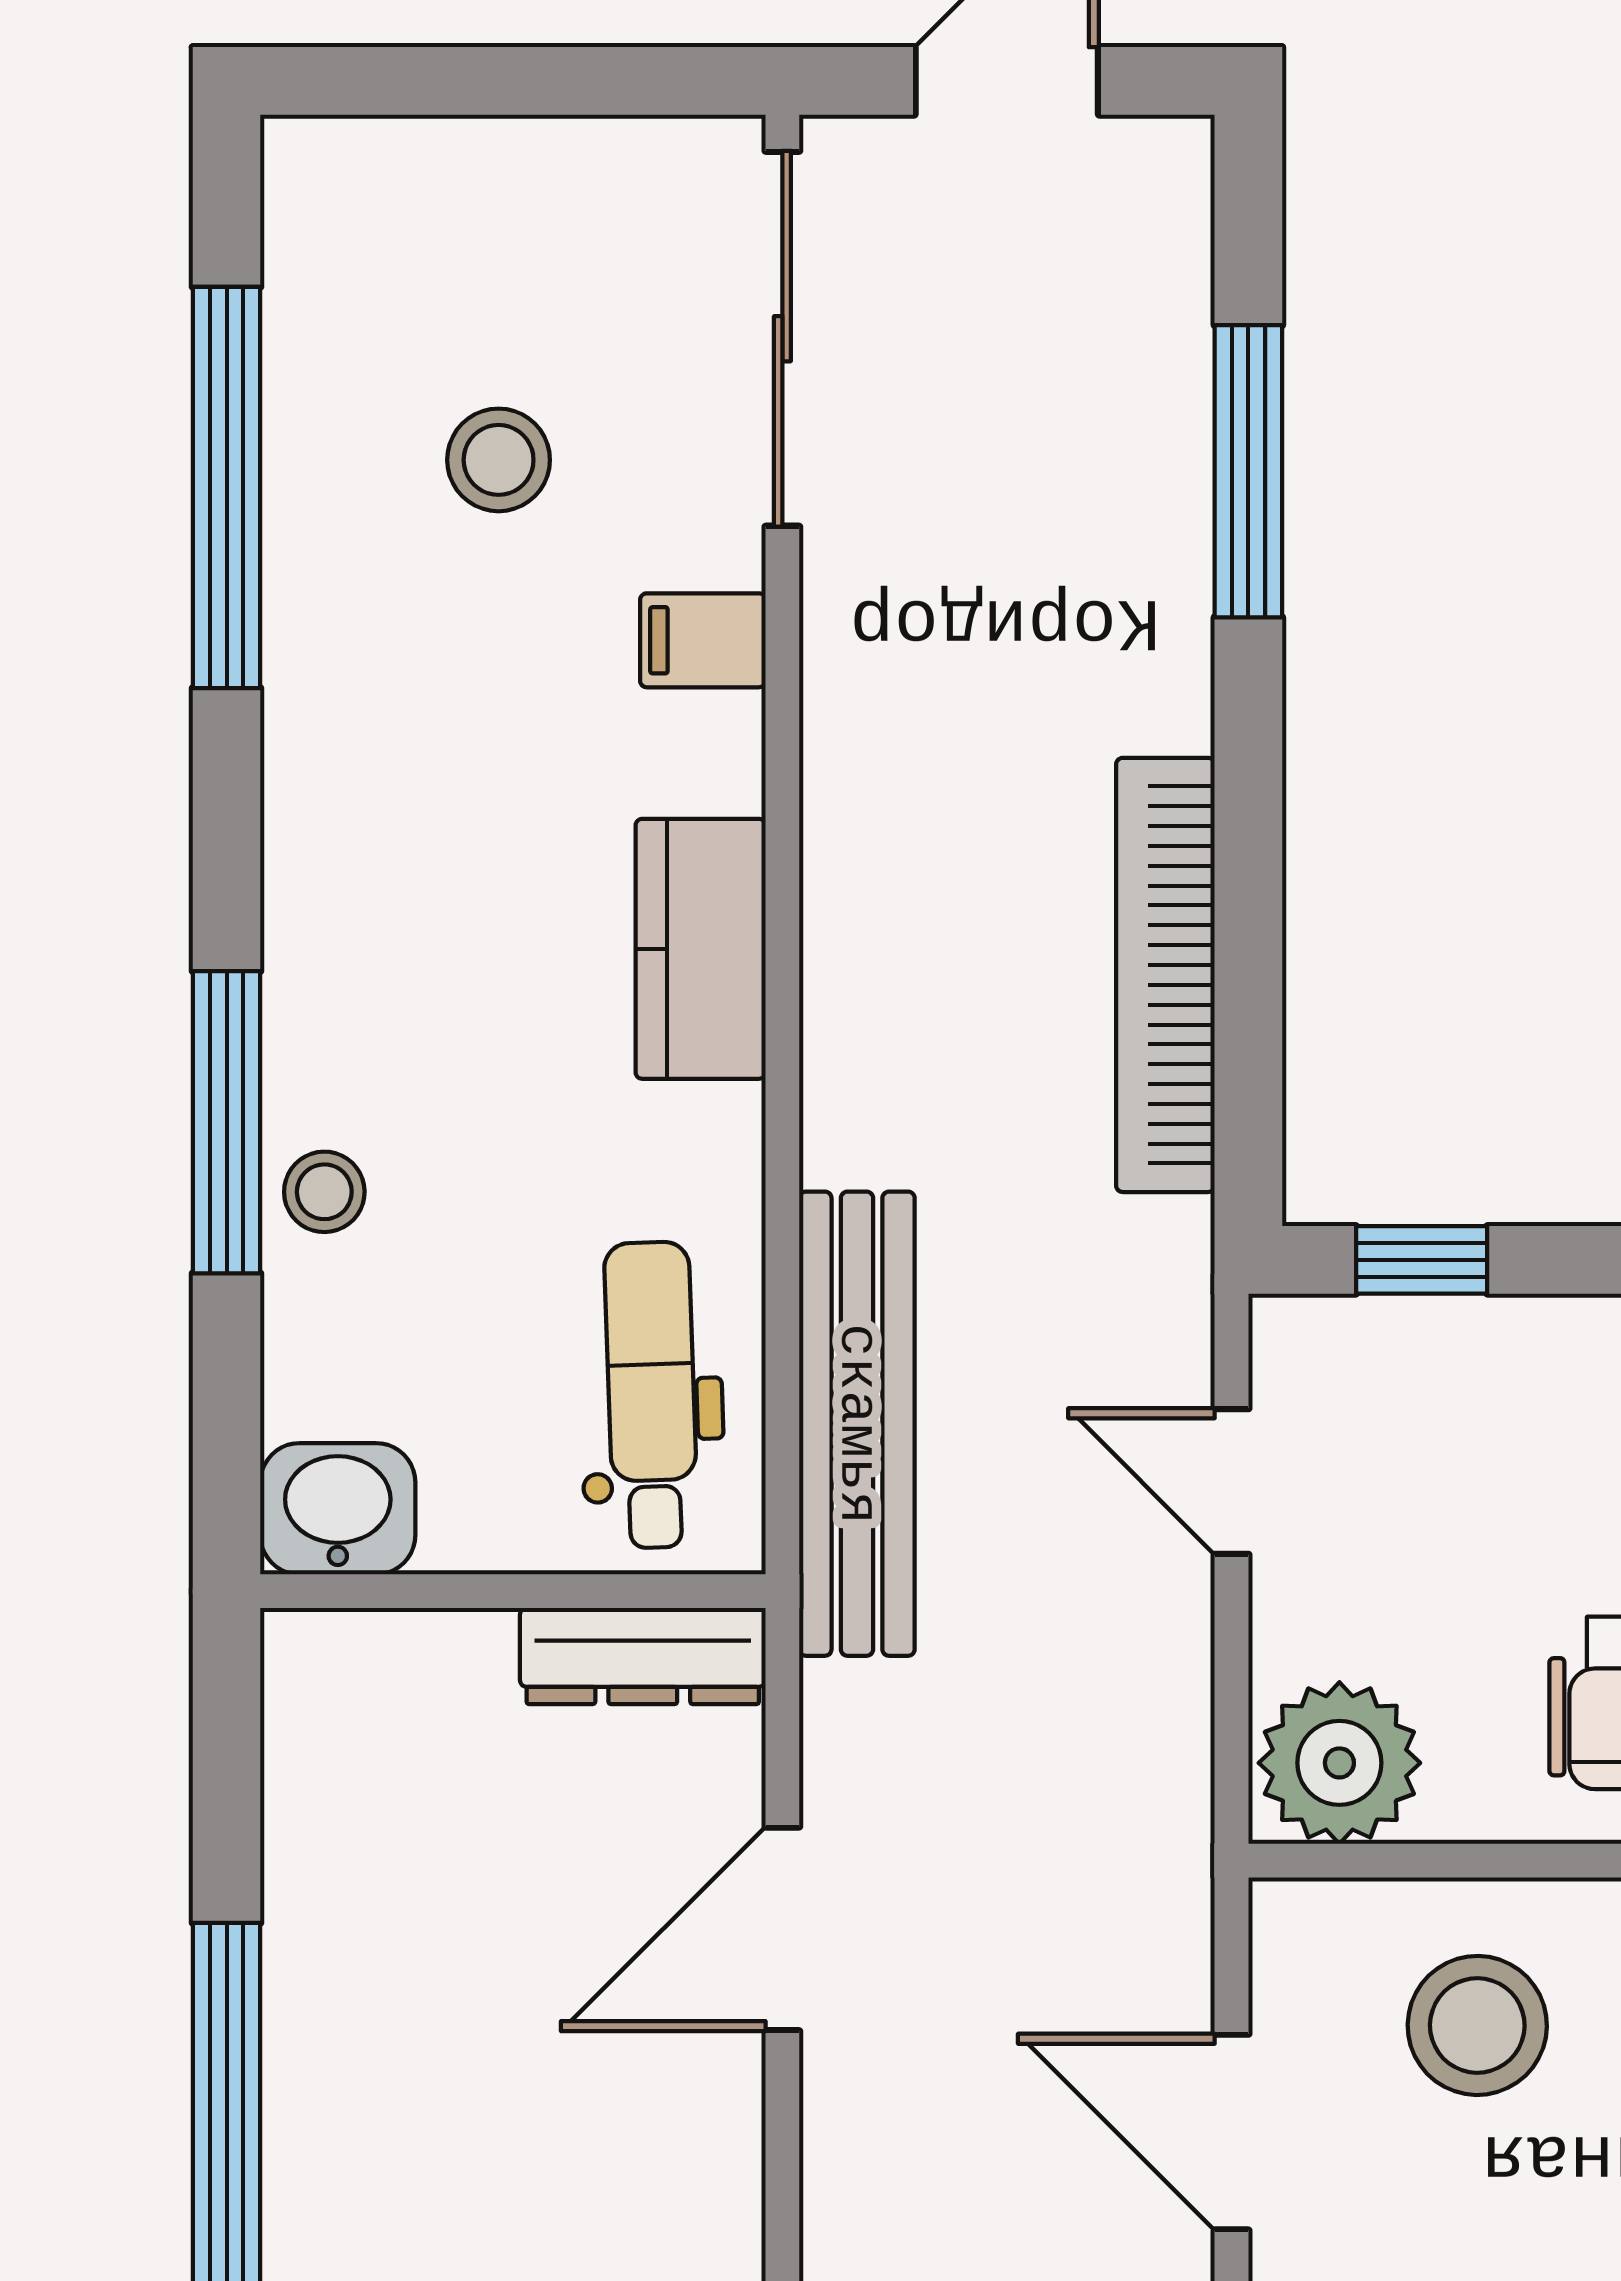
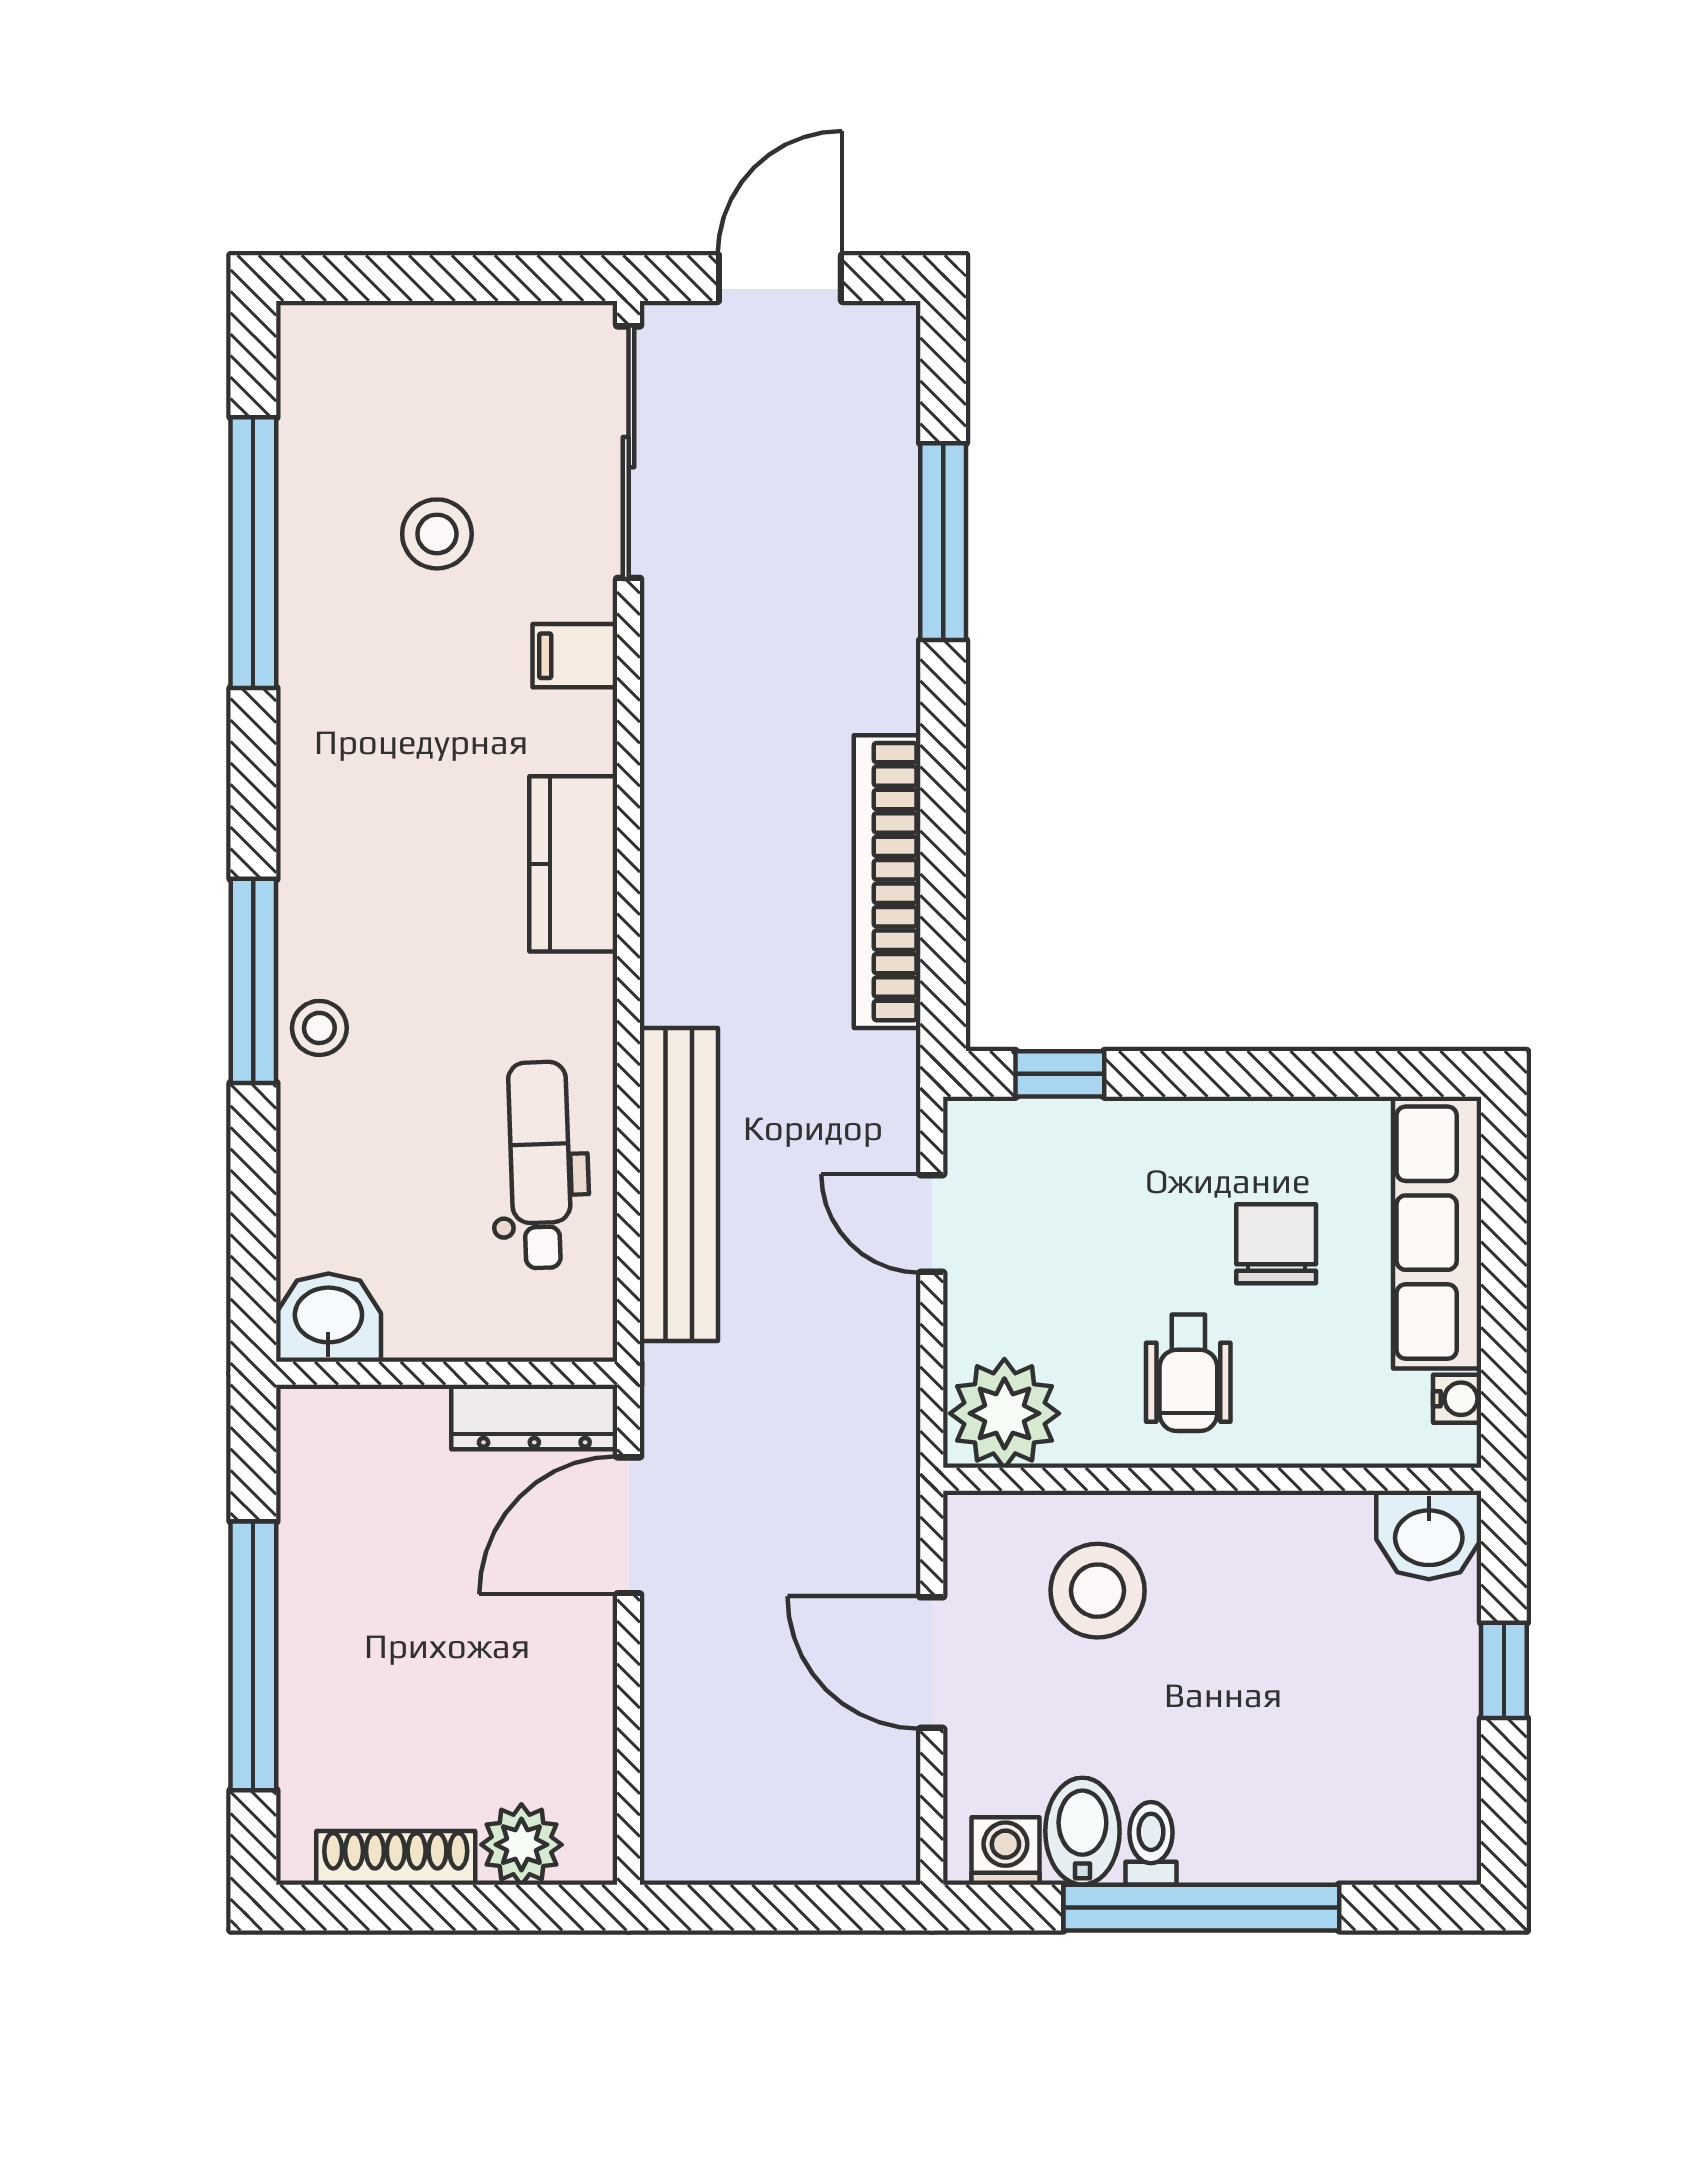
washbasin: (338, 1509) -> (328, 1318), moved
wall: (513, 1591) -> (447, 1373), moved
dresser: (643, 1656) -> (534, 1417), moved

